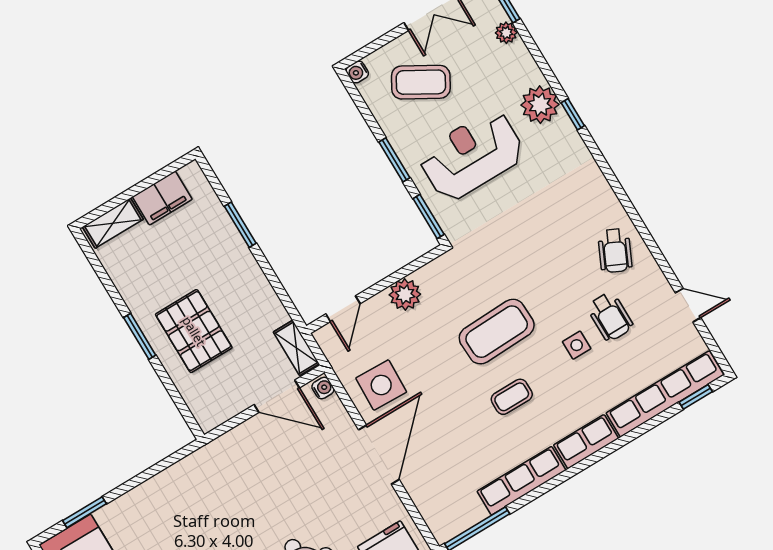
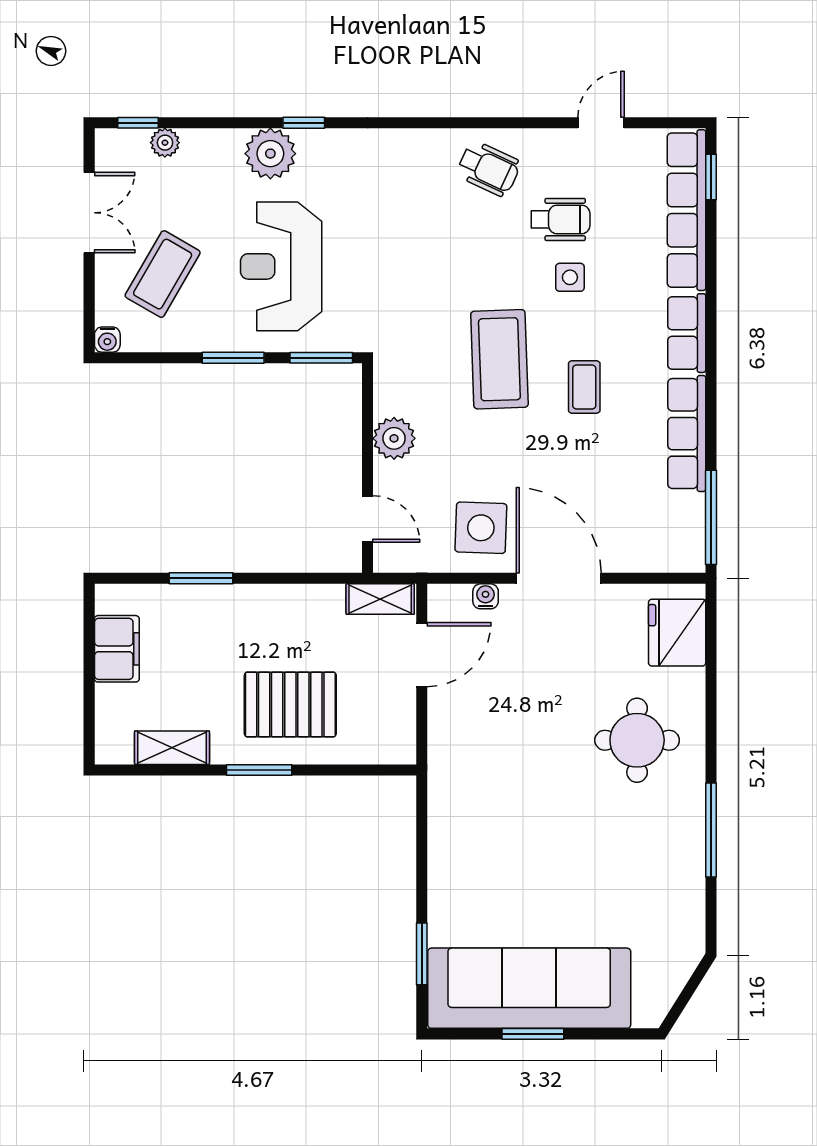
shelving: (113, 223) -> (172, 748), moved, turned 90
water cooler: (323, 388) -> (486, 596), moved

